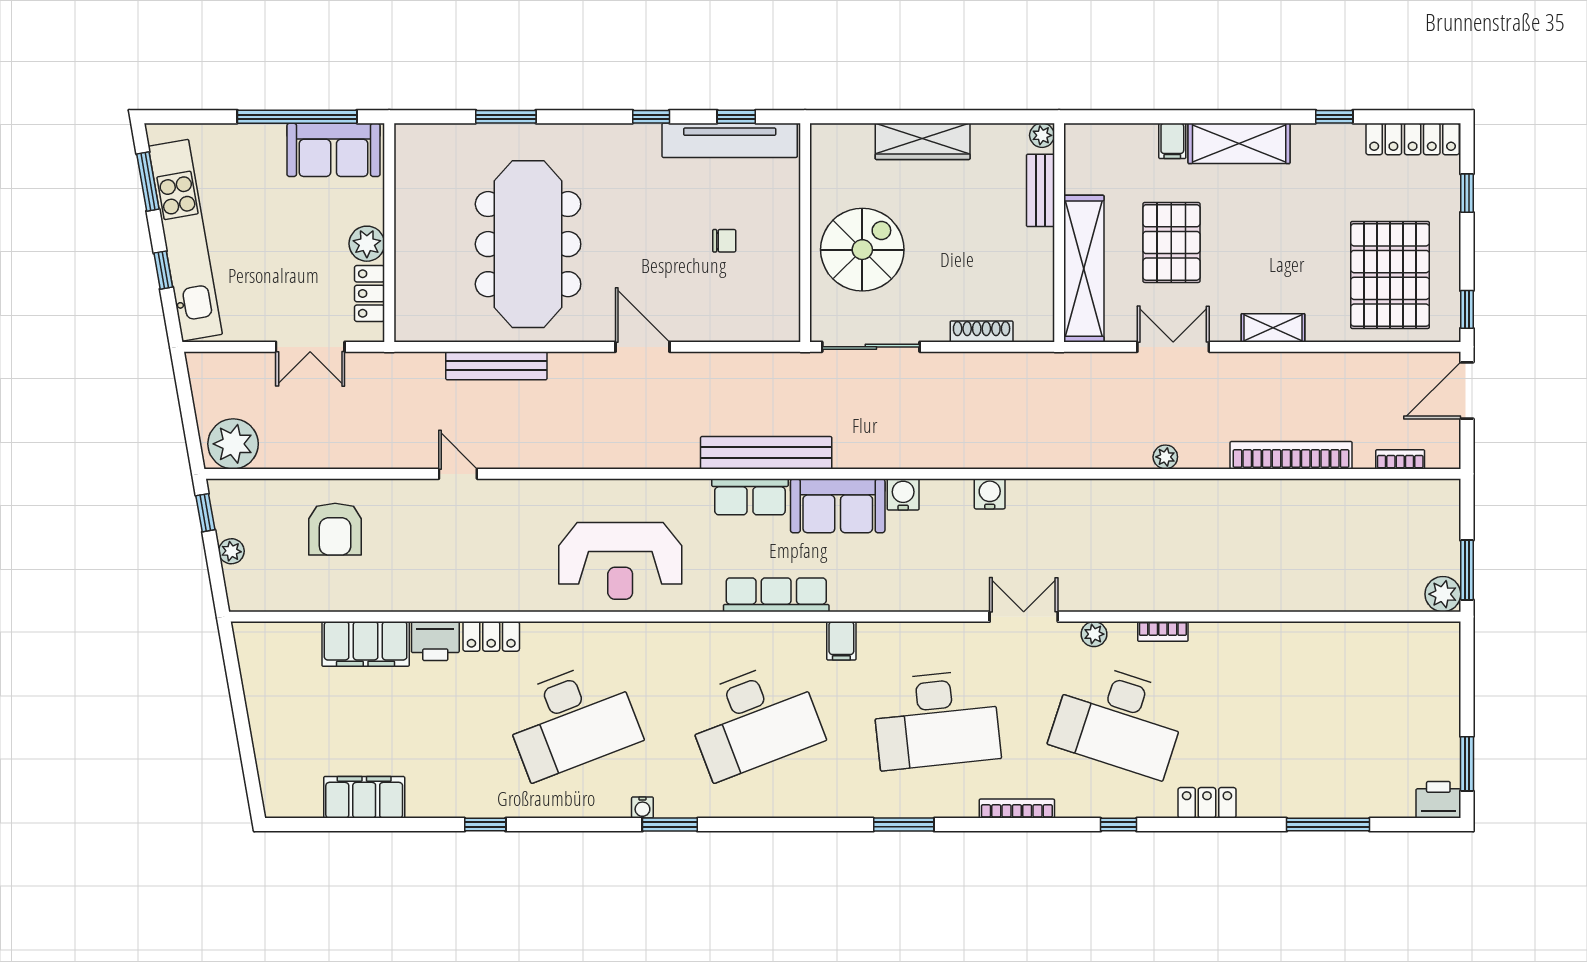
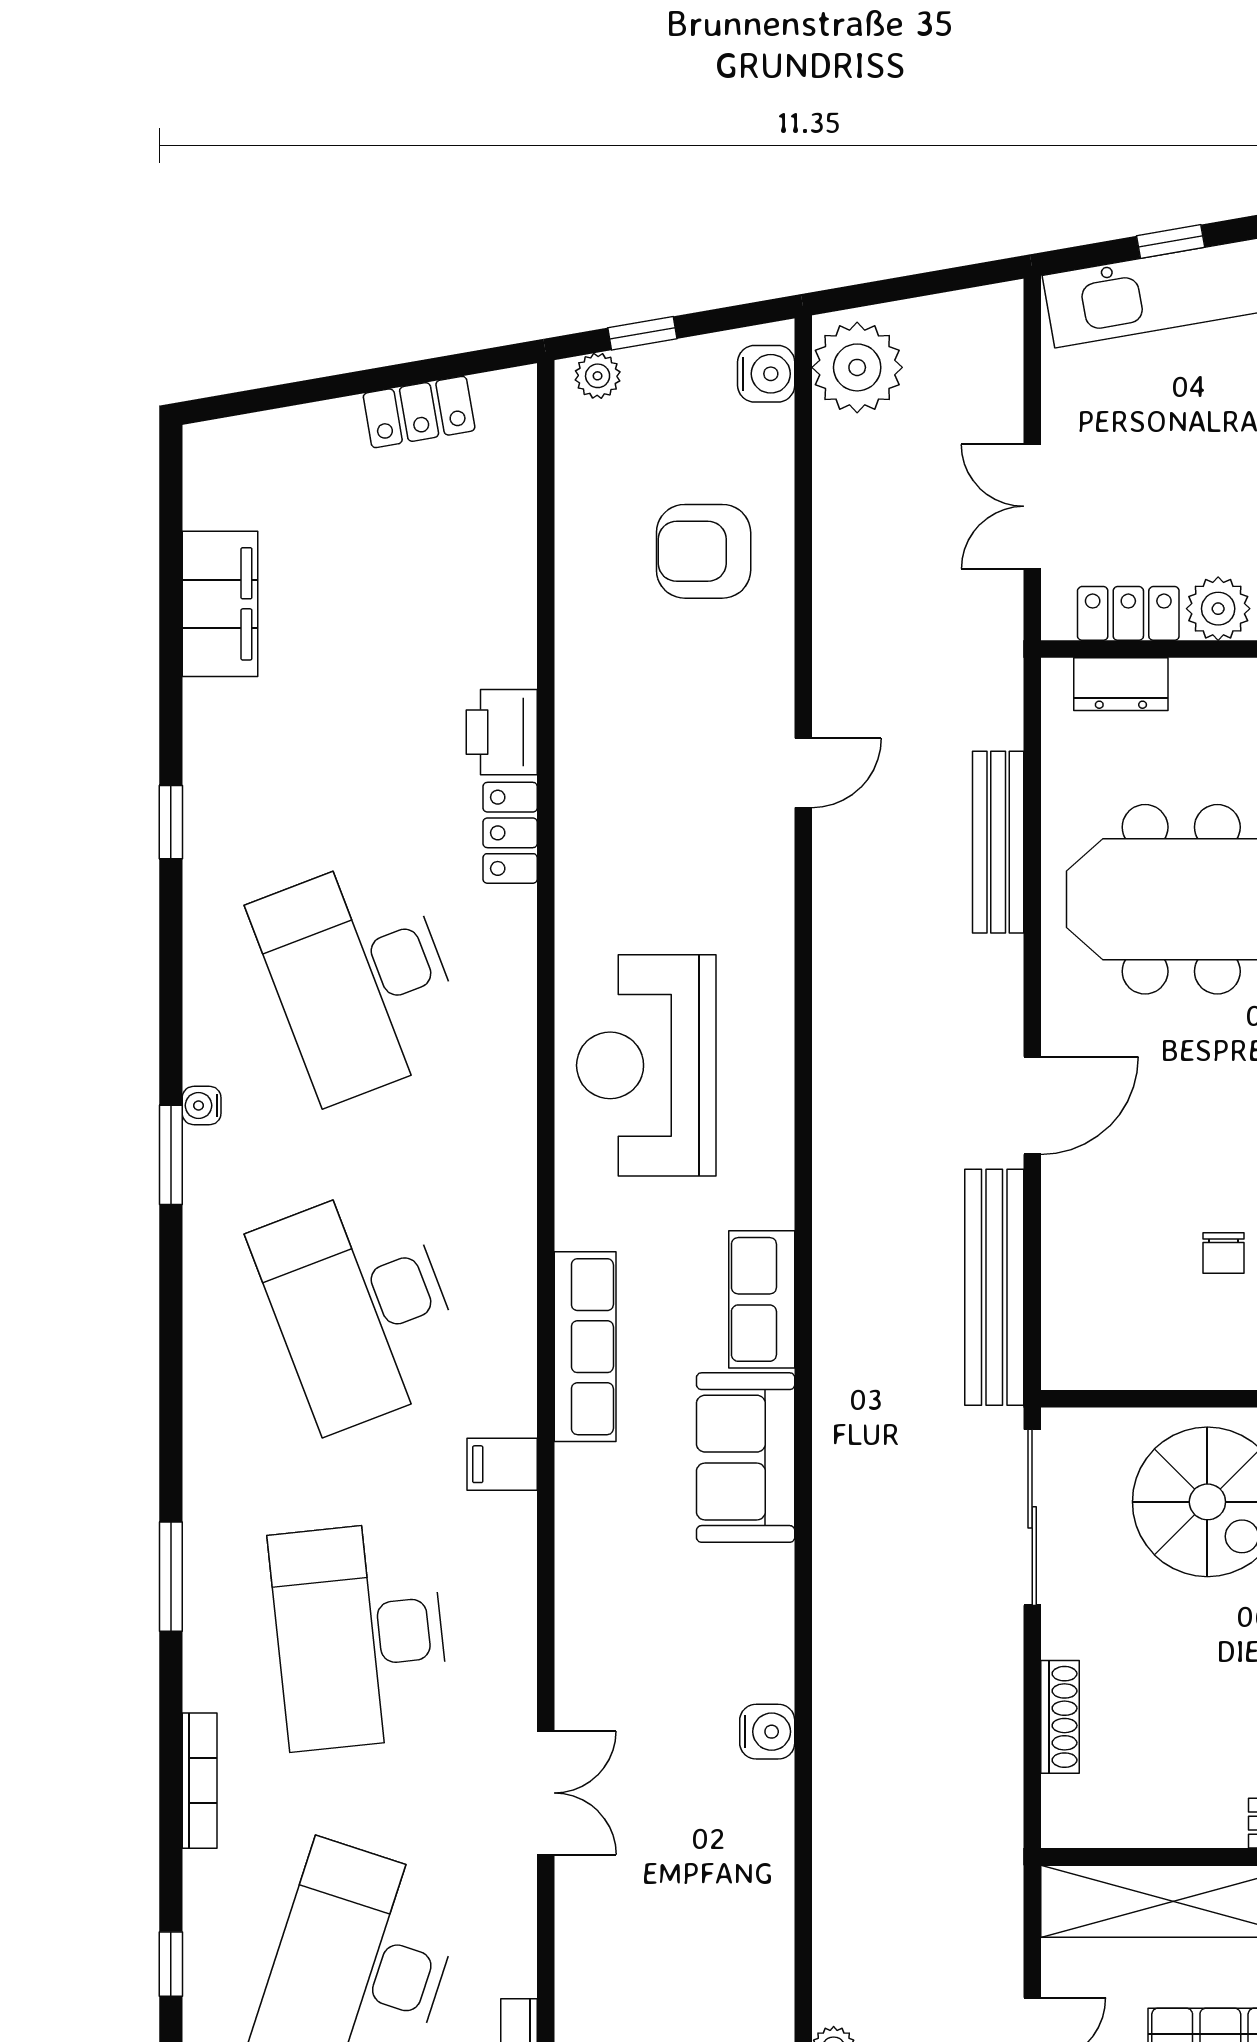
dresser: (409, 298) -> (1121, 684), added
bench: (766, 453) -> (994, 1287), moved
water cooler: (903, 494) -> (766, 374), moved
window: (205, 513) -> (642, 333), moved
plant: (231, 551) -> (598, 376), moved
plant: (1094, 634) -> (514, 1920), removed
filing cabinet: (366, 644) -> (496, 606), removed
locker: (258, 687) -> (419, 412), added

